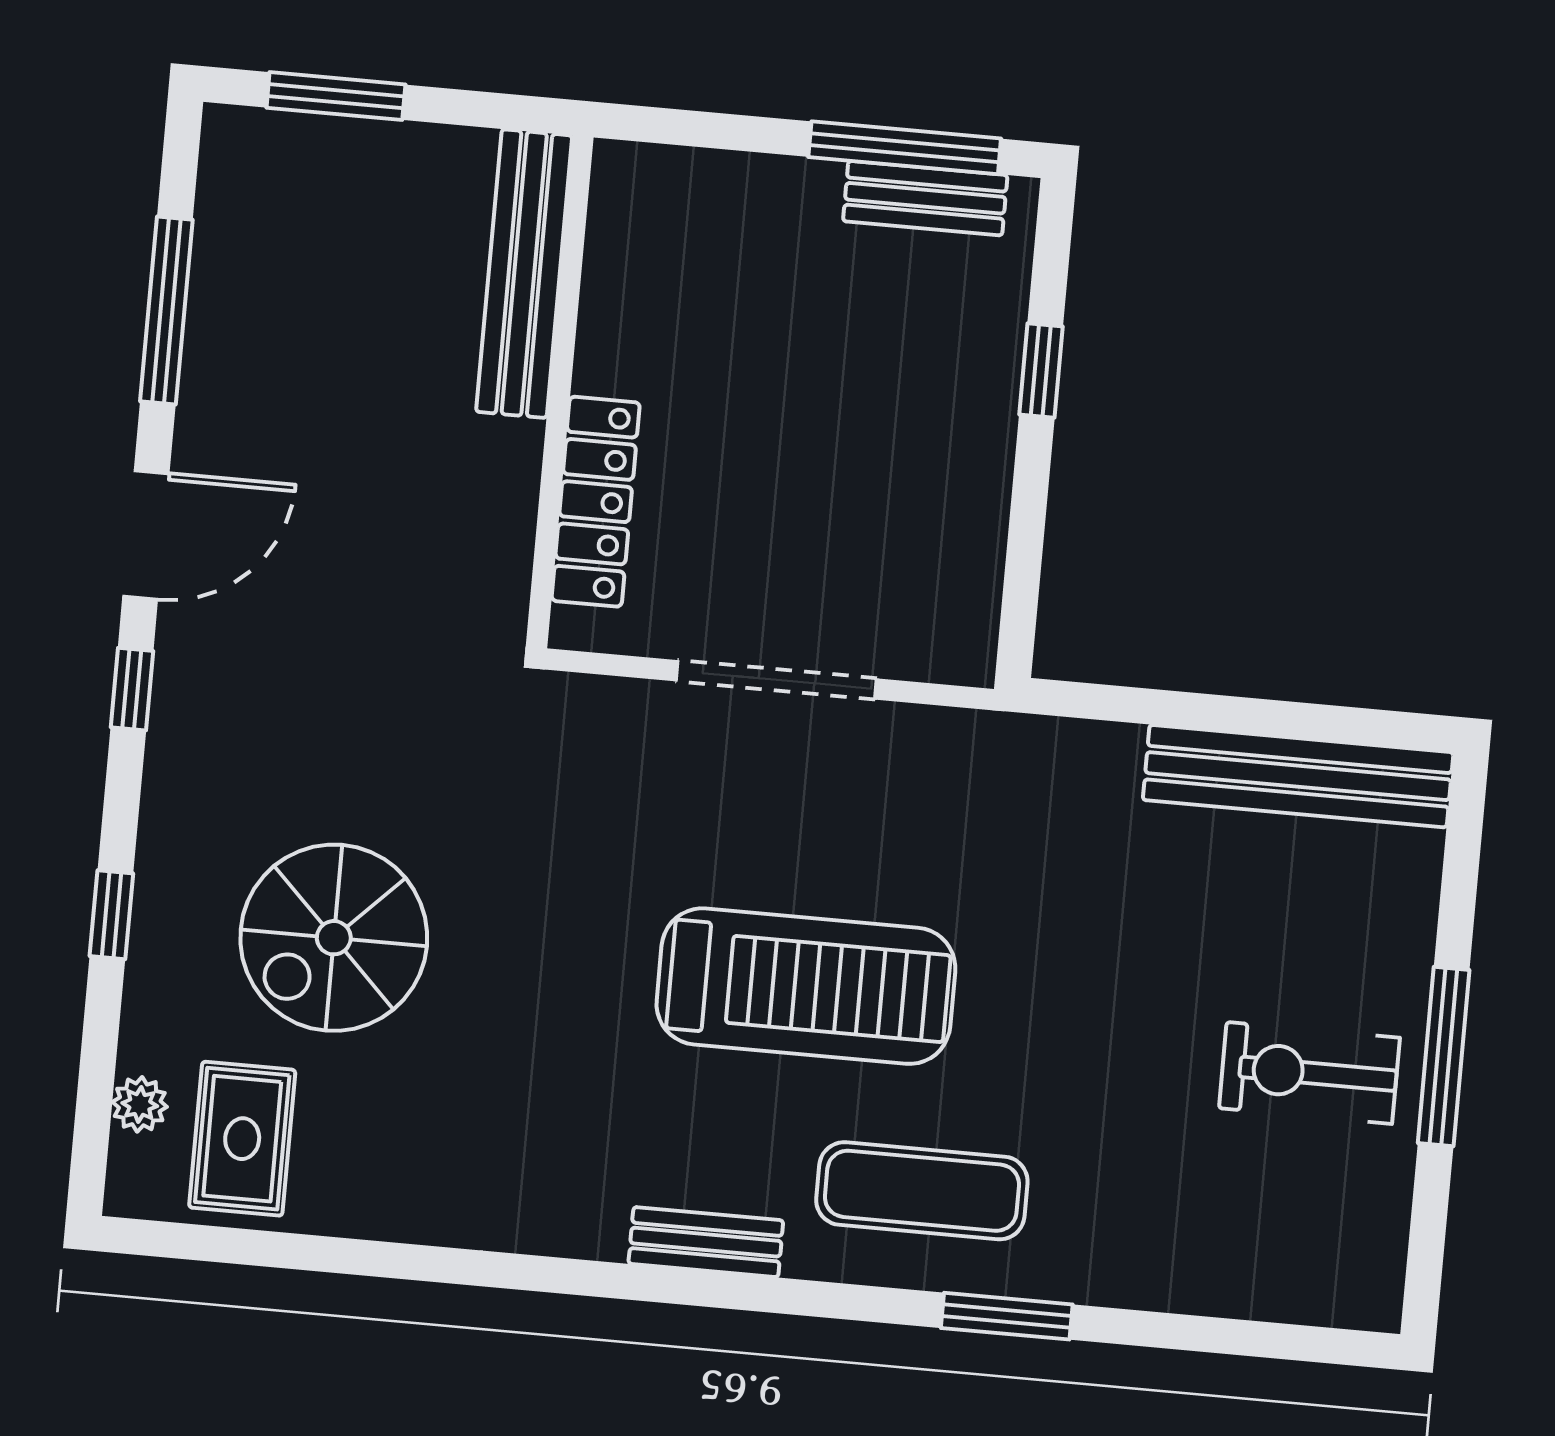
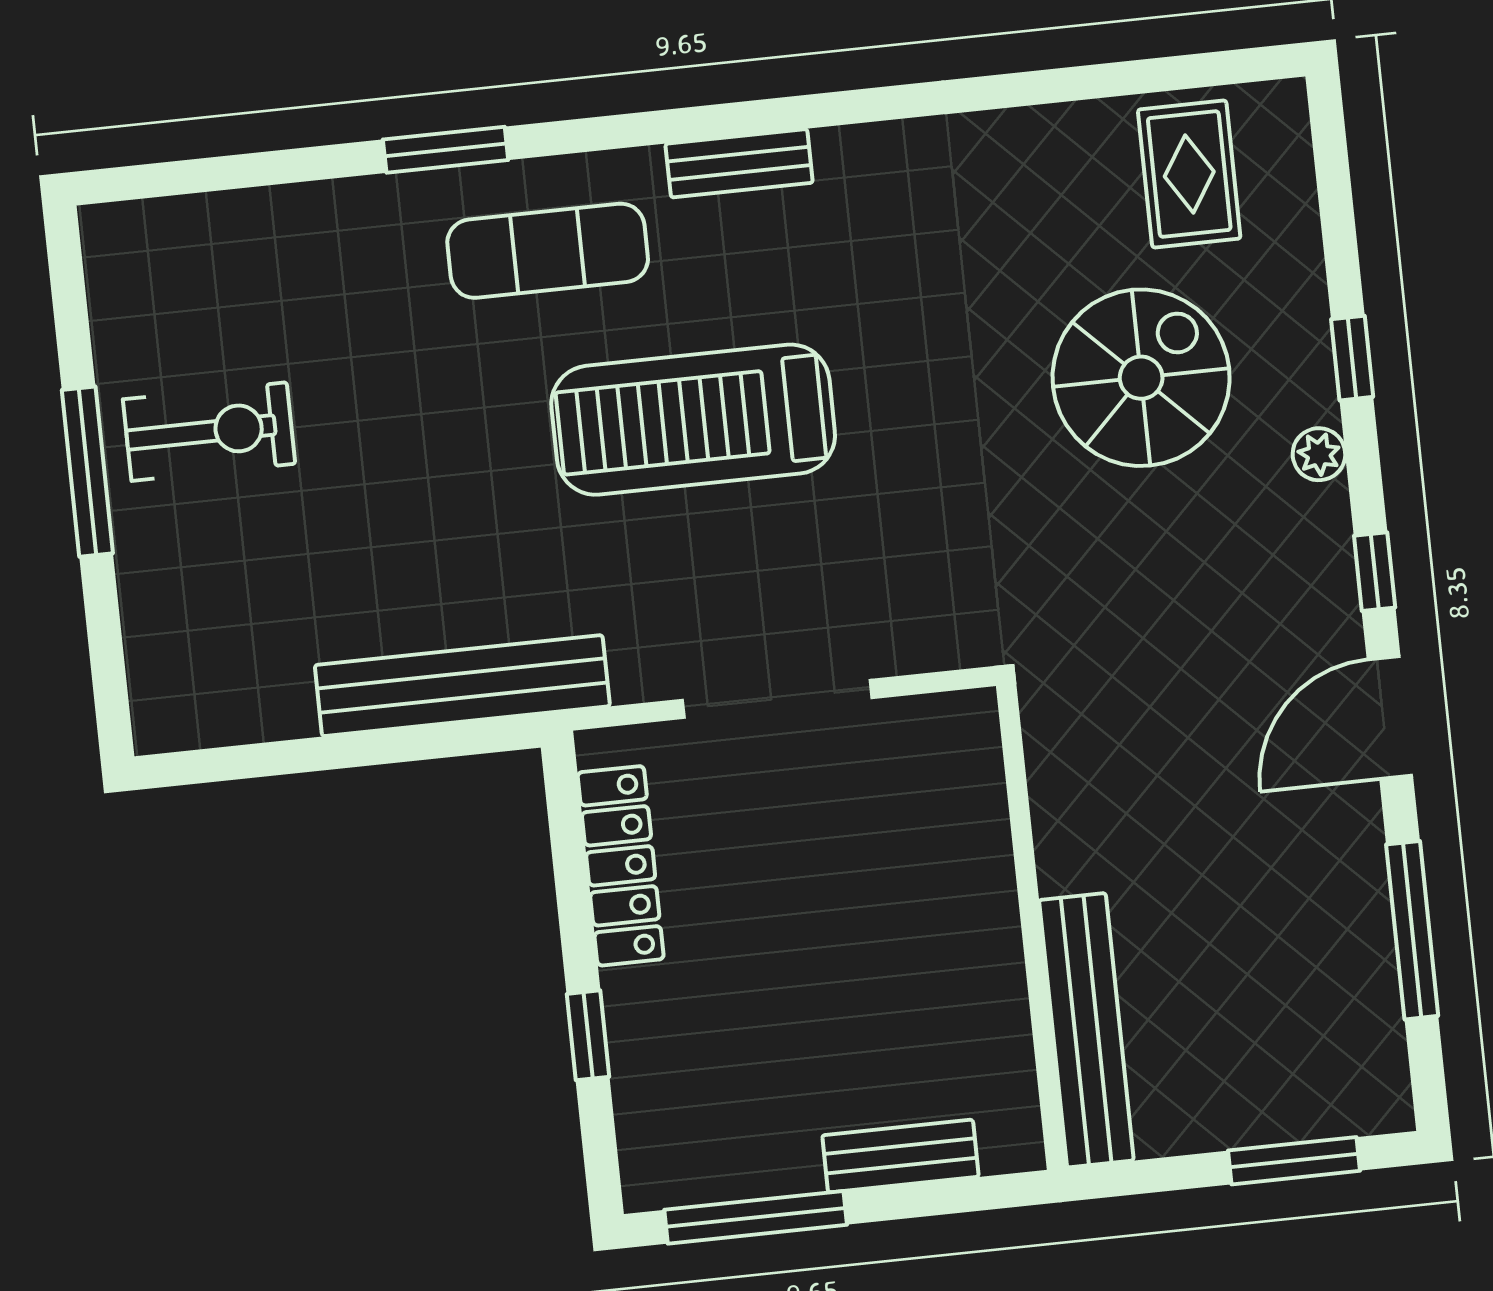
bench: (925, 198) -> (900, 1156), moved
locker: (596, 502) -> (621, 866), moved, turned 180
bench: (1298, 776) -> (462, 686), moved
plant: (140, 1104) -> (1319, 454), moved

